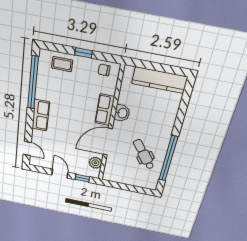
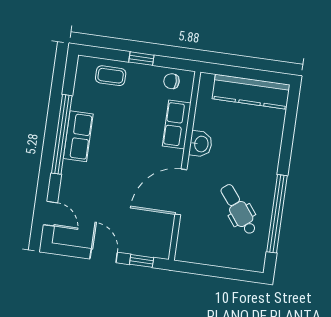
window: (33, 83) -> (62, 134), moved
row of seats: (105, 110) -> (177, 124), moved
row of seats: (41, 115) -> (78, 136), moved
plant: (95, 163) -> (163, 231), removed

